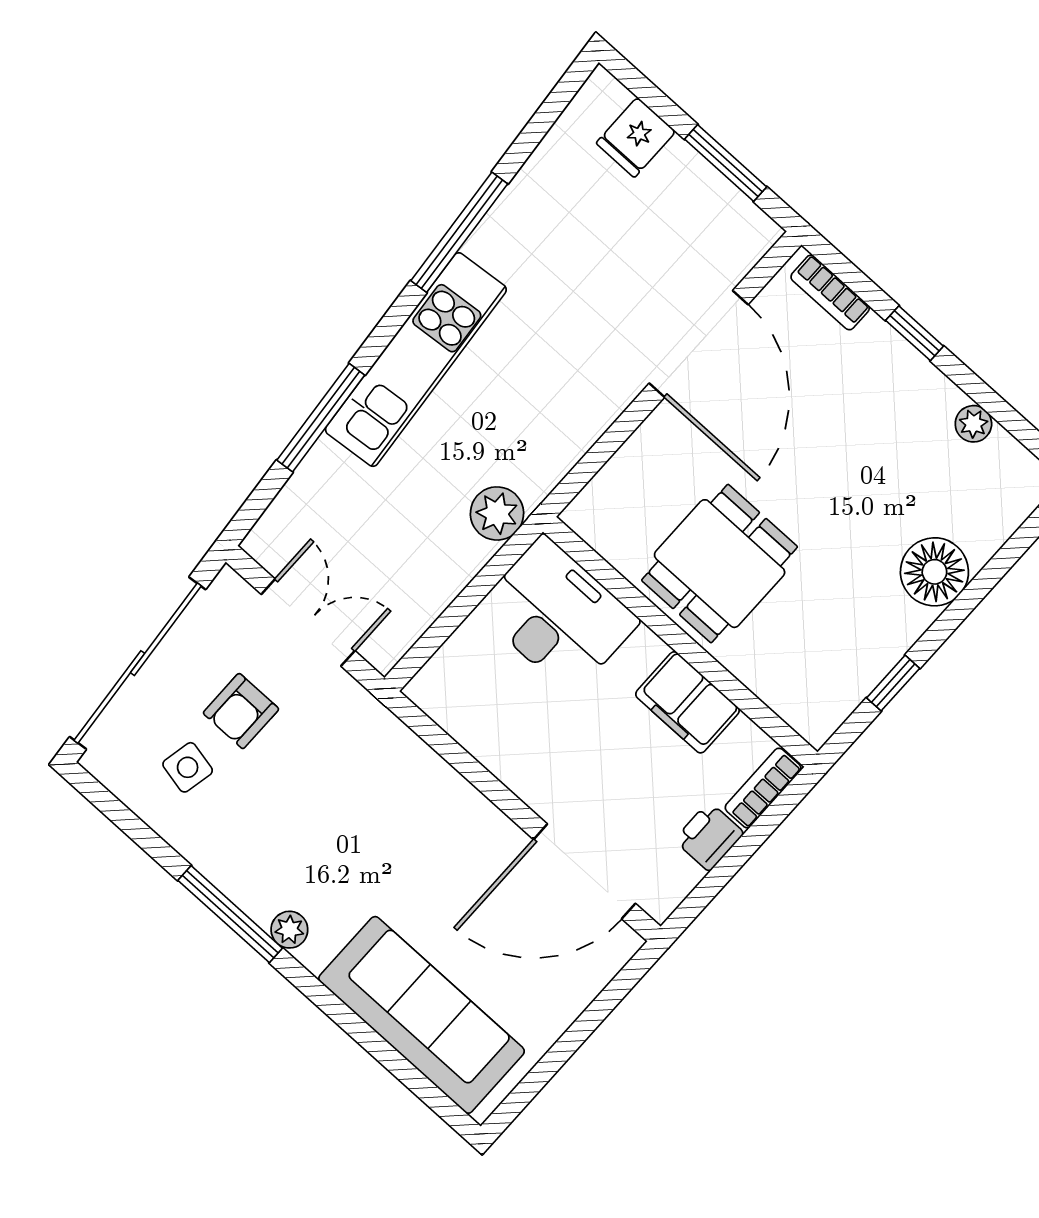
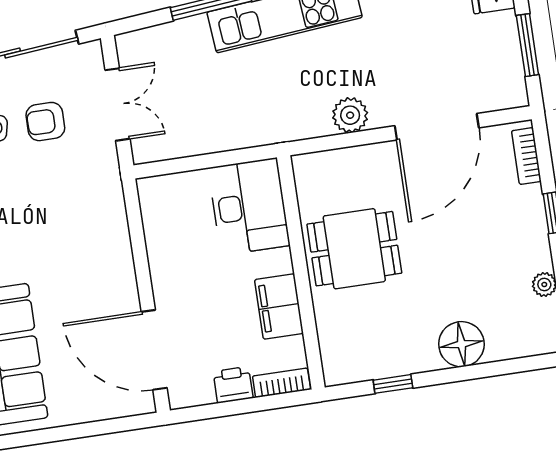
plant: (497, 513) -> (350, 115), moved

